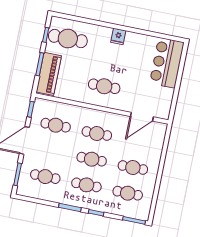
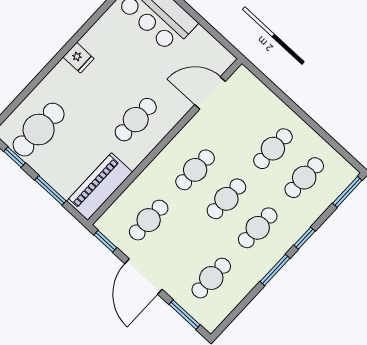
piano: (49, 74) -> (100, 187), moved, turned -90
door: (142, 117) -> (210, 93), swing flipped

